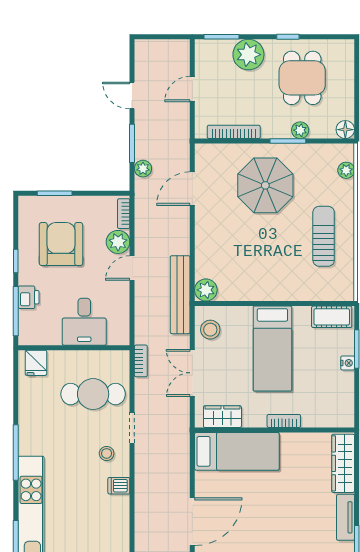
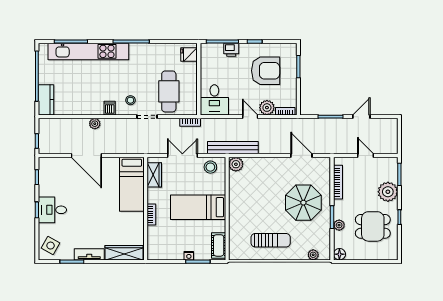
plant: (143, 169) -> (95, 124), moved
desk: (84, 322) -> (214, 100), moved, turned -90

